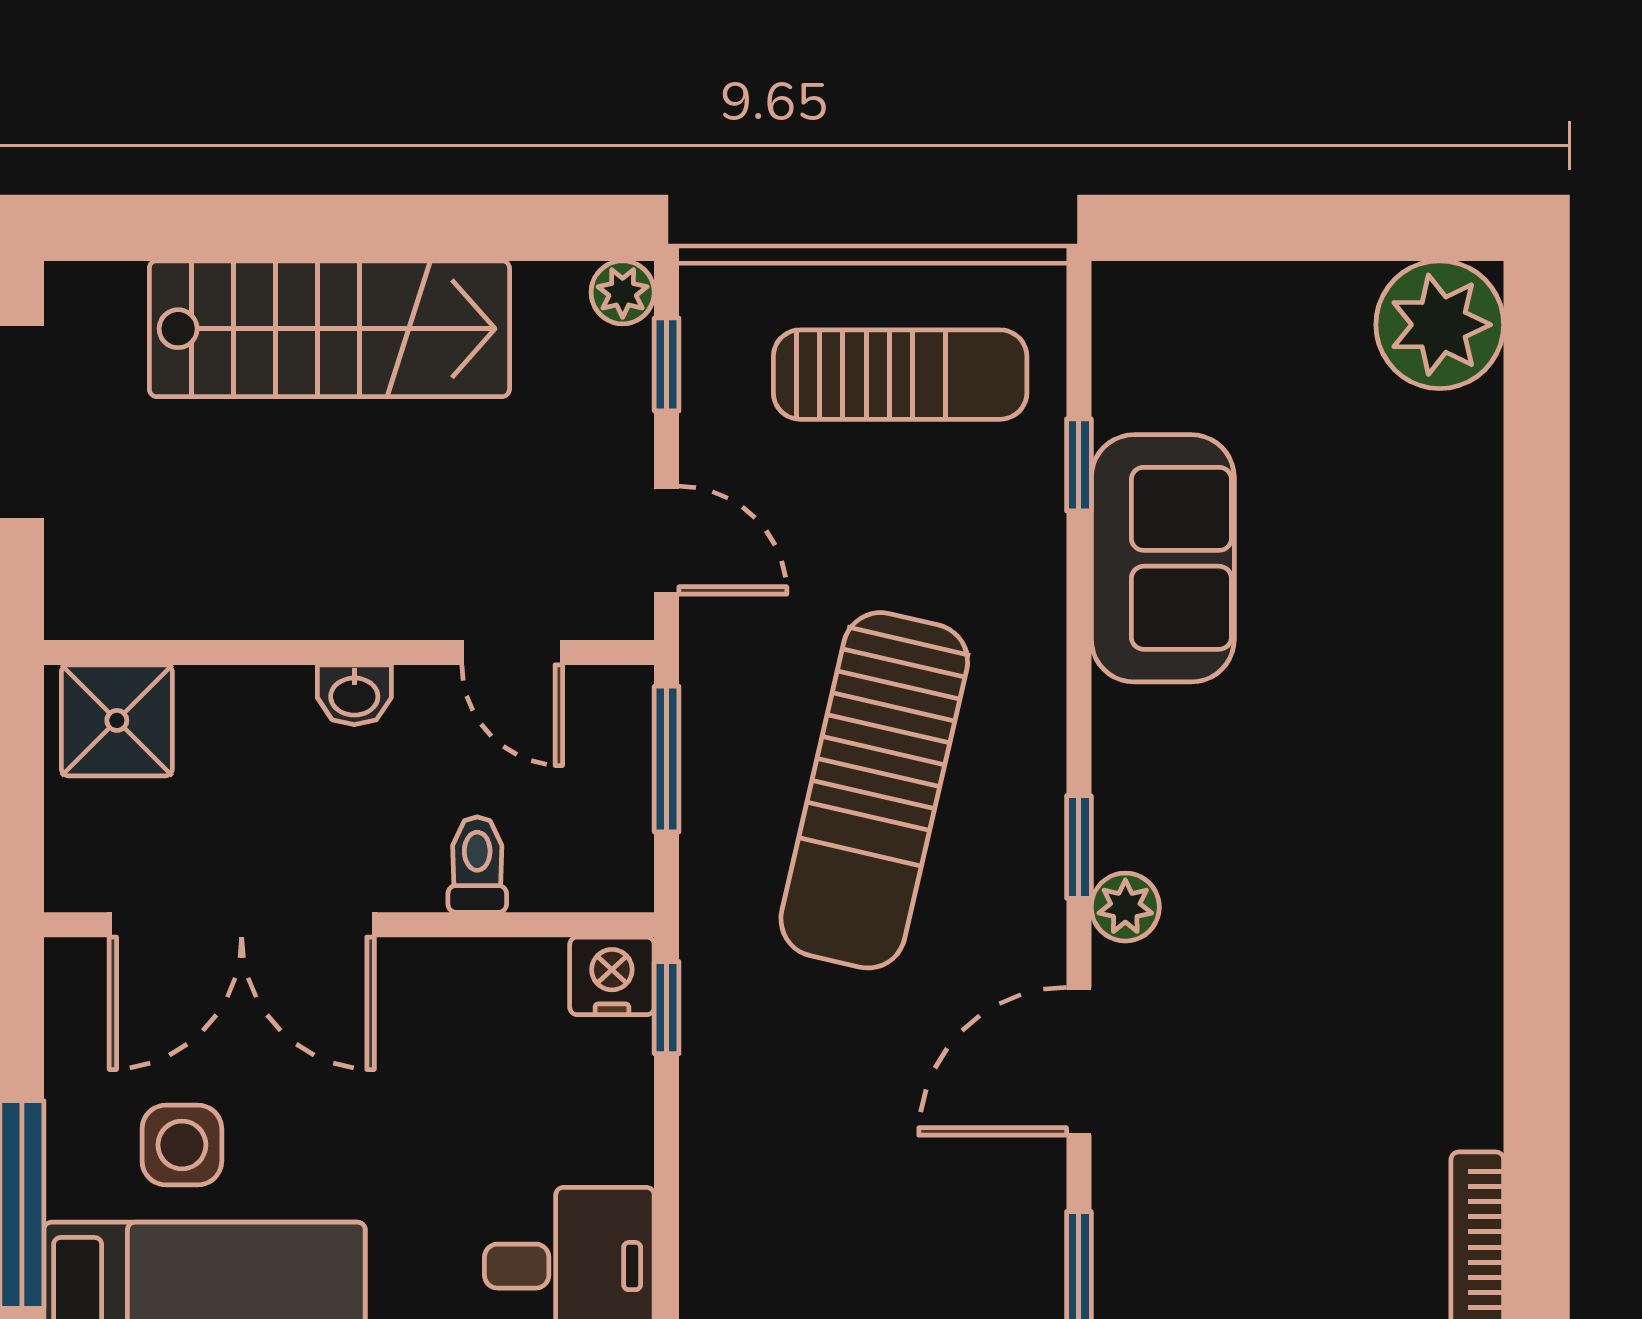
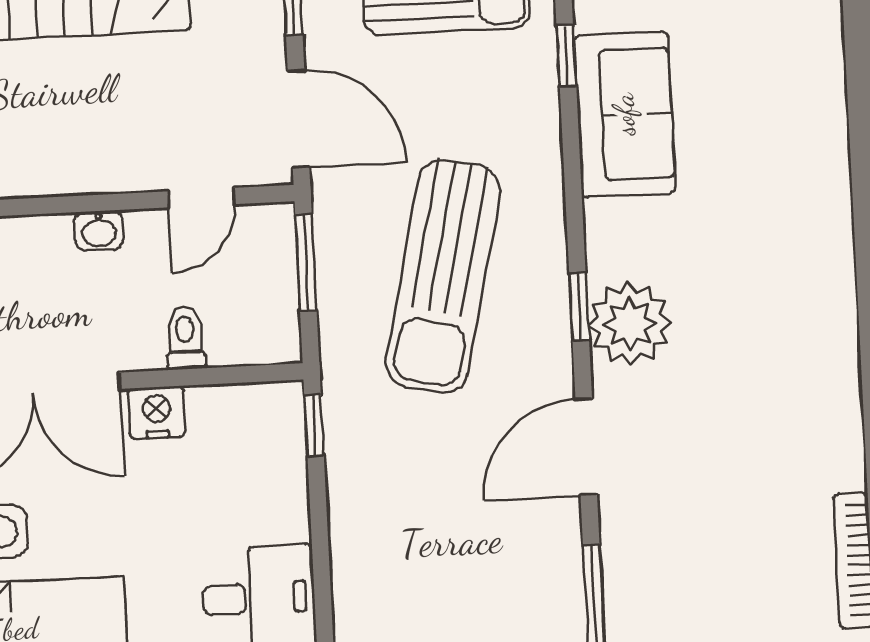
door: (667, 540) -> (299, 119), width x1.38
door: (512, 652) -> (201, 198), hinge flipped
plant: (1125, 907) -> (630, 324), width x1.87, depth x1.87
nightstand: (612, 976) -> (157, 412), moved

